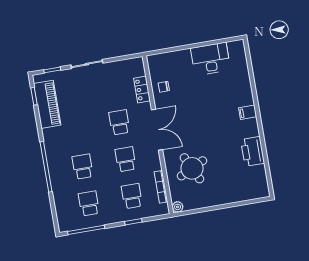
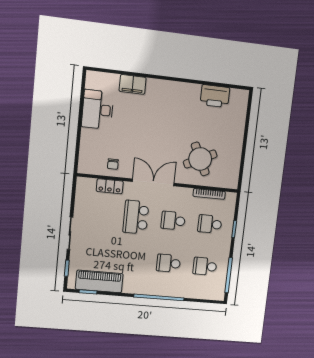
filing cabinet: (248, 112) -> (133, 84), moved, width x2.00
school desk: (119, 122) -> (136, 217), width x1.85
printer: (253, 151) -> (215, 96), moved
plant: (178, 207) -> (233, 183), removed

